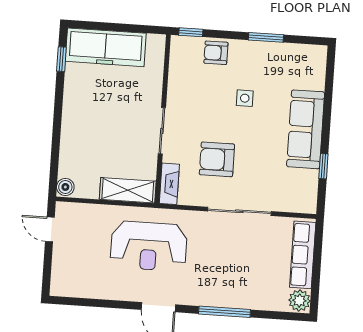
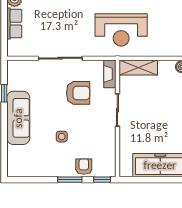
window: (266, 37) -> (70, 180), moved
armchair: (216, 53) -> (84, 167), turned -90
reception desk: (149, 246) -> (121, 30), turned 180
row of seats: (303, 255) -> (14, 24), width x0.68

